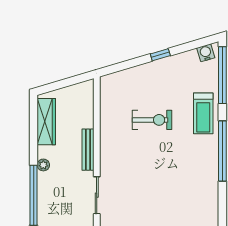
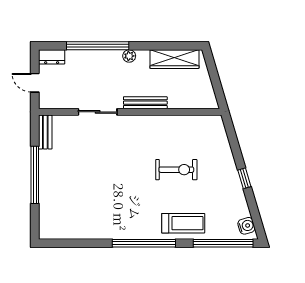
treadmill: (203, 113) -> (183, 223), turned 180
exercise bike: (152, 120) -> (176, 170), turned -90

